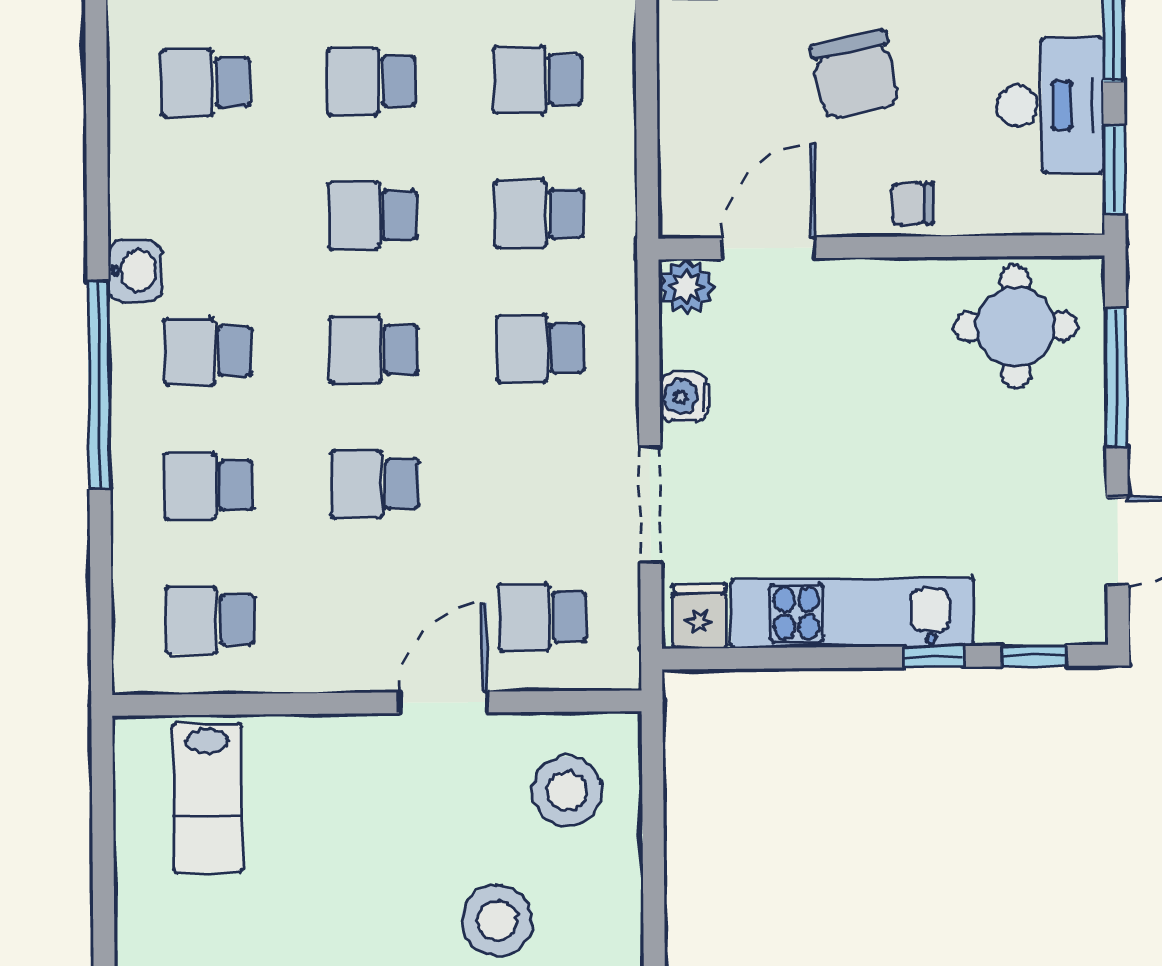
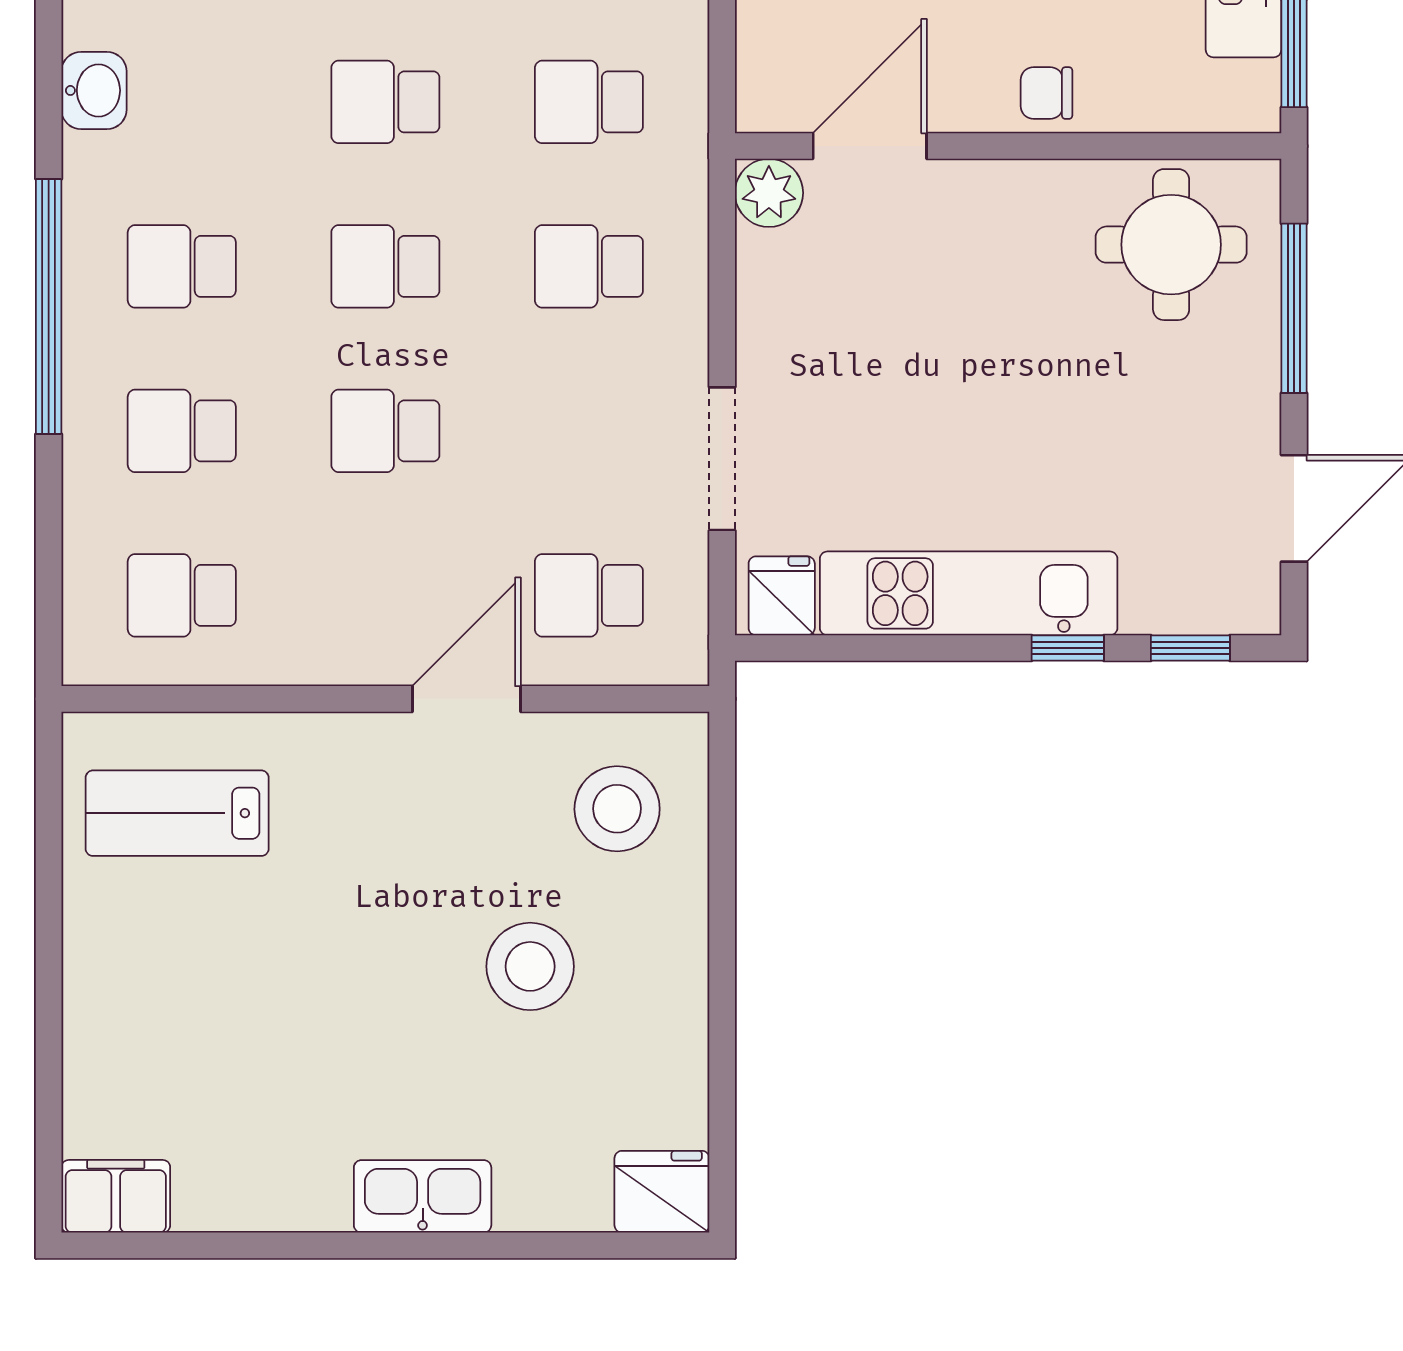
washbasin: (135, 271) -> (94, 90), moved
water cooler: (684, 397) -> (765, 327), removed
lab bench: (208, 798) -> (177, 813), turned 90

